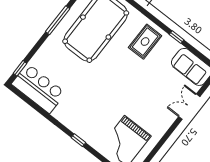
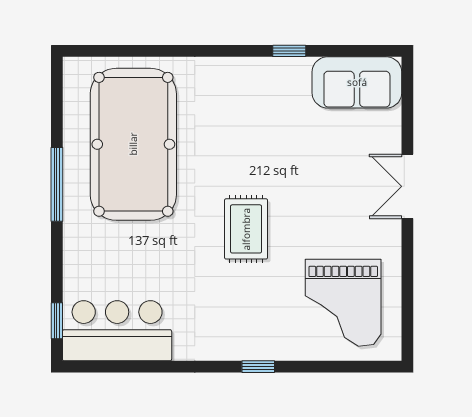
rug: (145, 42) -> (246, 229), moved
double door: (189, 107) -> (407, 186), moved

